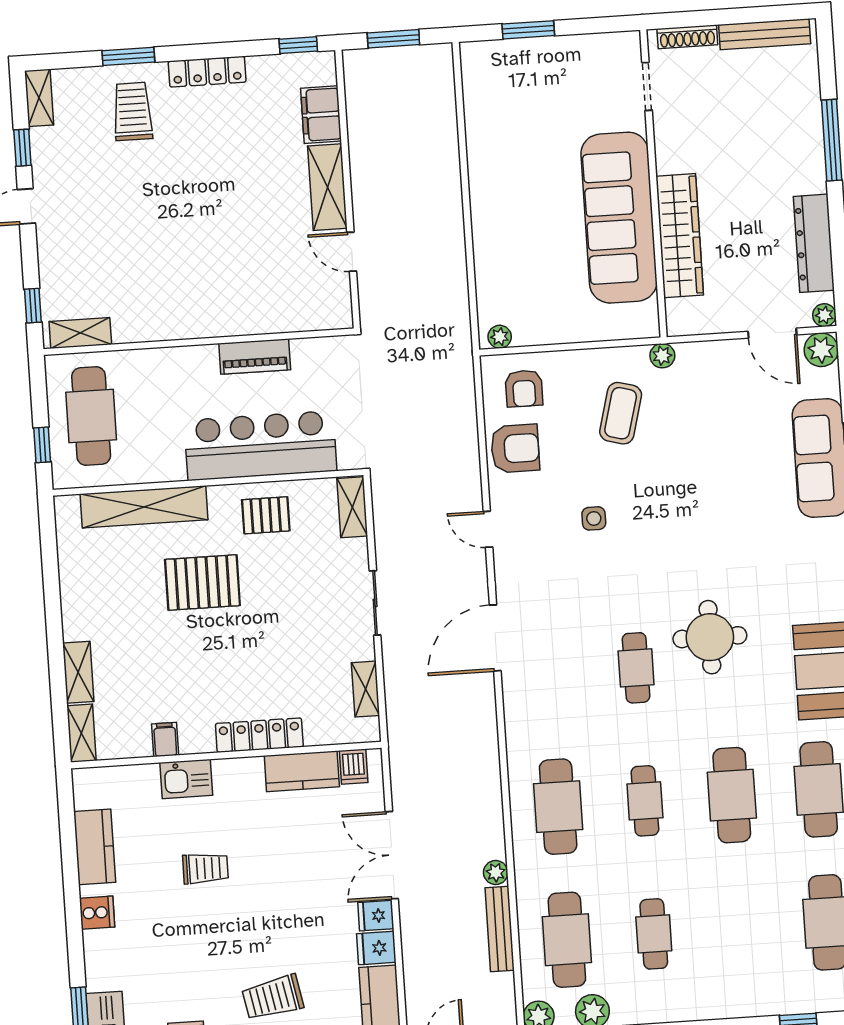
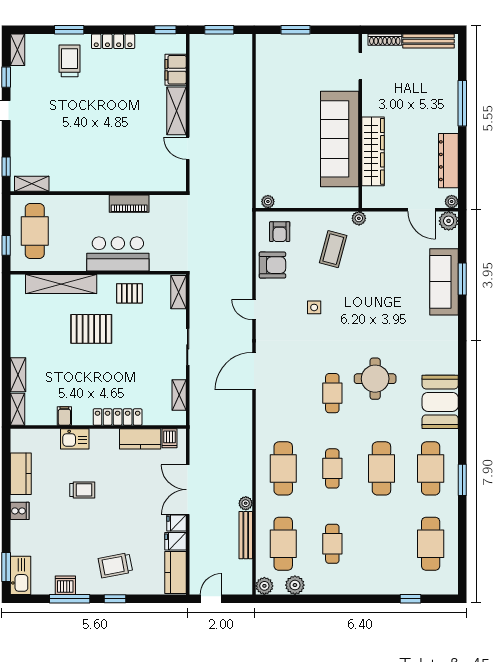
bar counter: (261, 446) -> (118, 254), width x0.73

